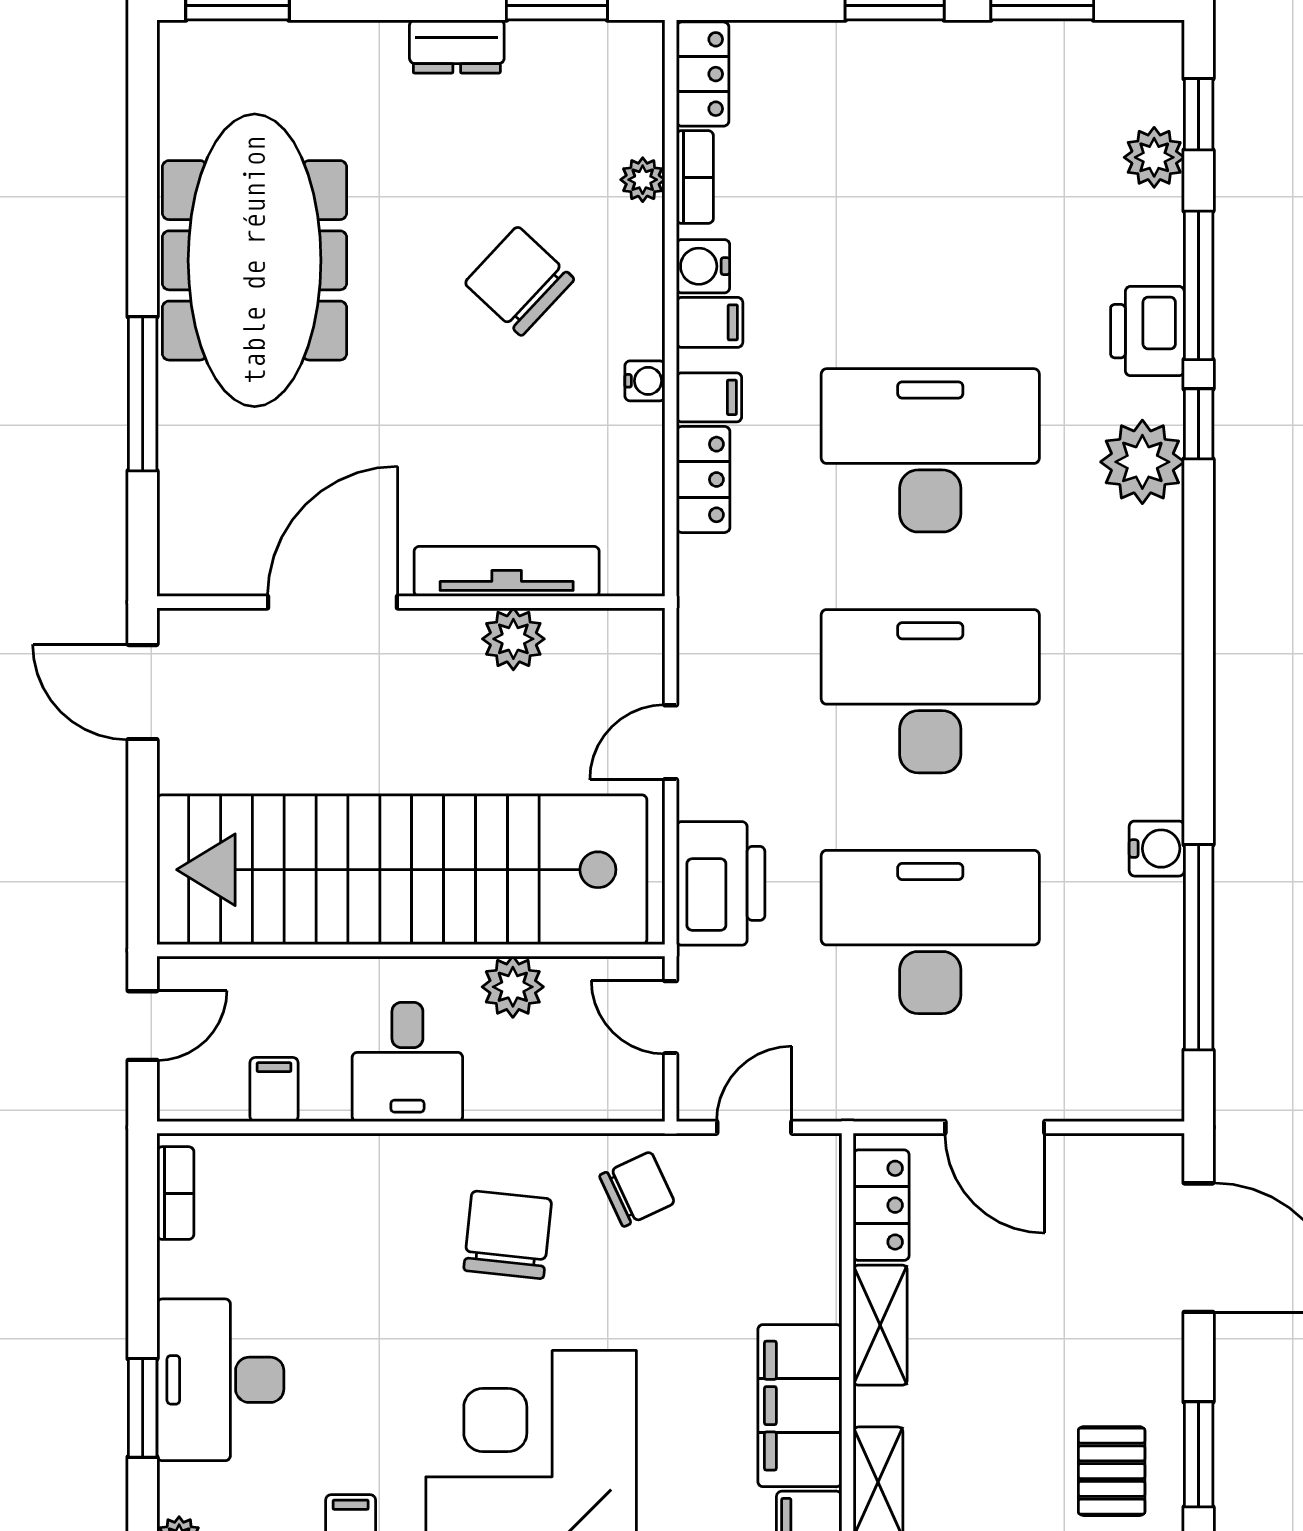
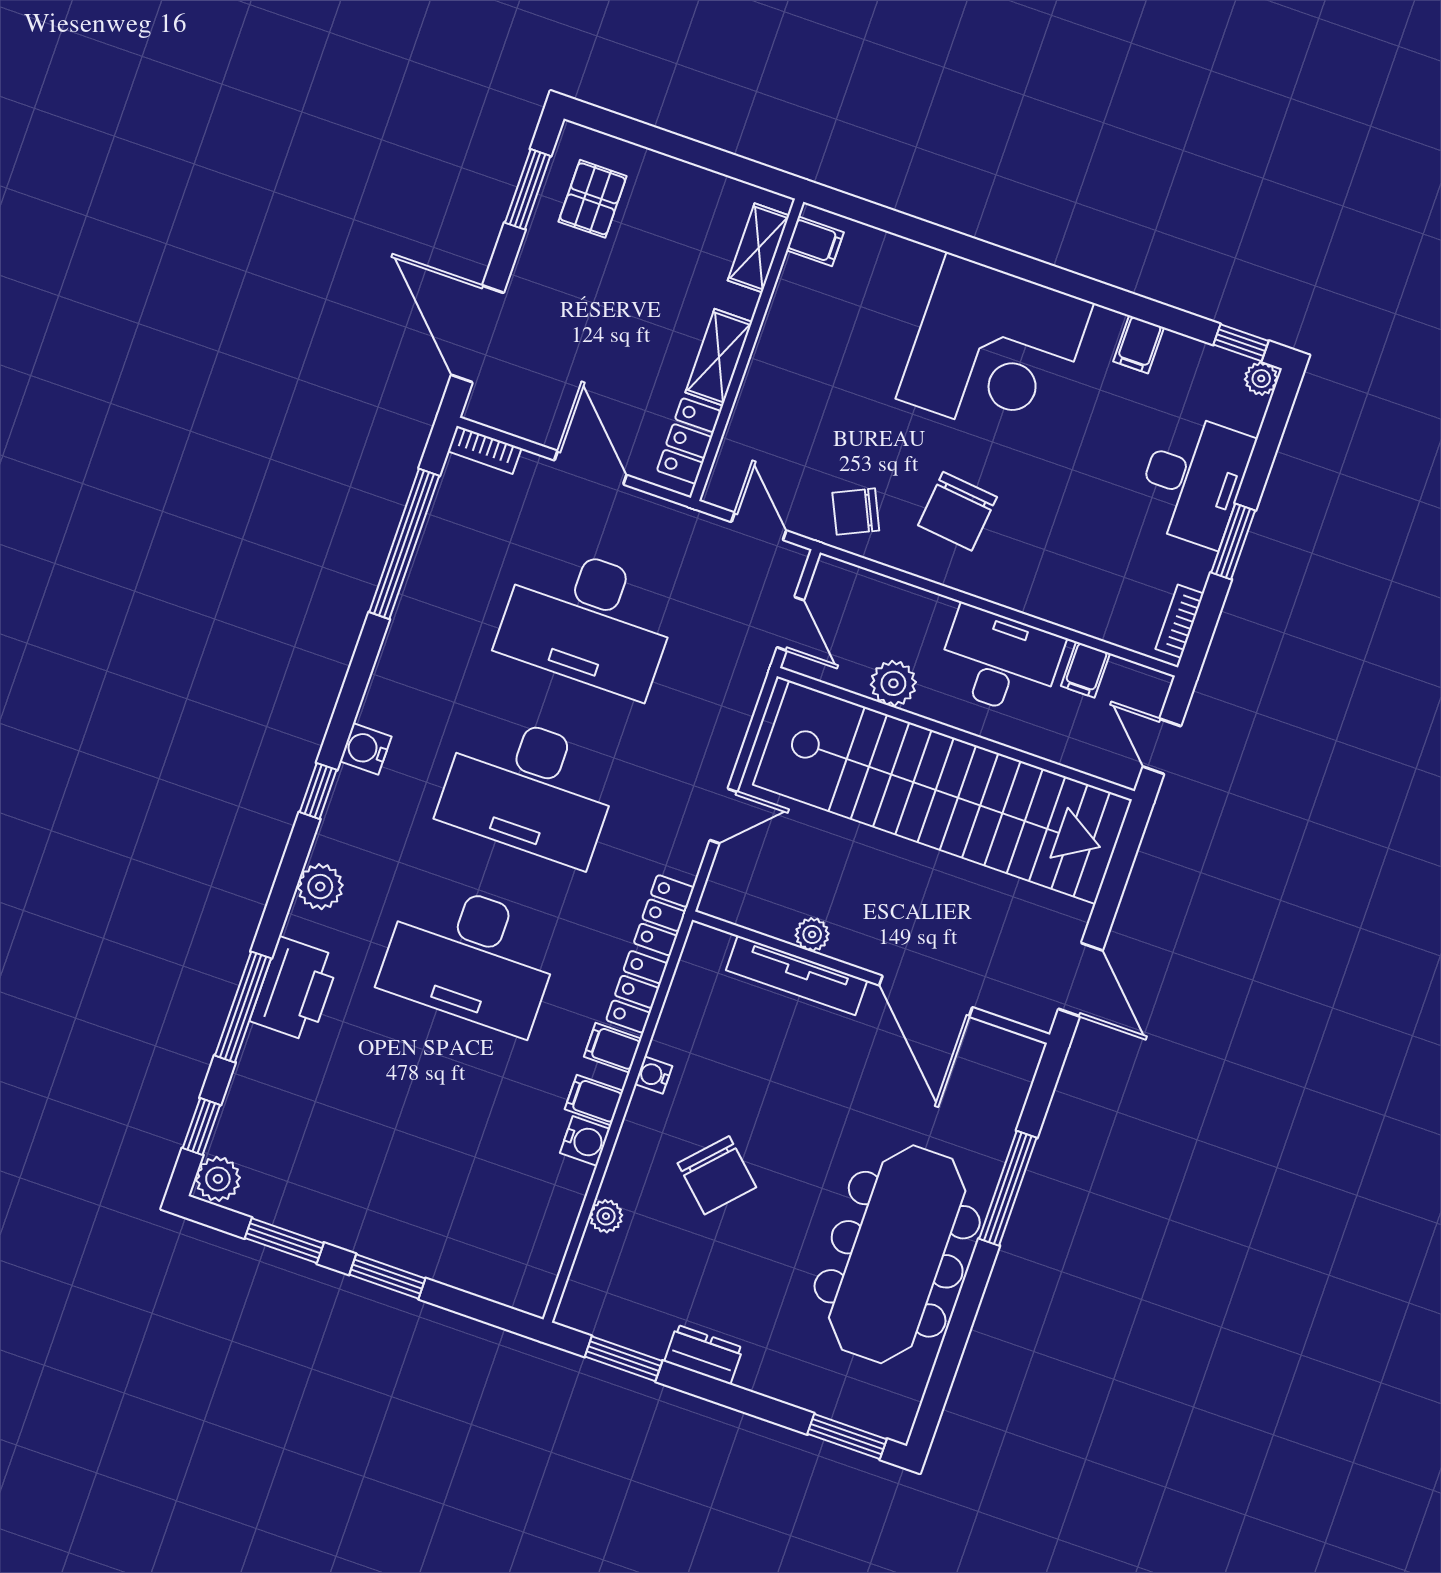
locker: (703, 74) -> (664, 915), moved
plant: (1154, 157) -> (218, 1179), moved
bookcase: (695, 177) -> (485, 450), moved, turned -90
printer: (1147, 331) -> (295, 989), width x1.37, depth x1.19
window: (1199, 424) -> (318, 791), moved
plant: (1142, 462) -> (320, 887), width x0.73, depth x0.73
door: (332, 602) -> (926, 996), hinge flipped
plant: (513, 639) -> (812, 934), width x0.73, depth x0.73
water cooler: (1157, 849) -> (366, 749), moved
printer: (721, 883) -> (723, 705), removed
door: (143, 1026) -> (1162, 746), hinge flipped
desk: (407, 1062) -> (1000, 661), width x1.37
door: (754, 1127) -> (759, 526), swing flipped
filing cabinet: (800, 1406) -> (795, 321), removed
window: (143, 1408) -> (1233, 541), moved

